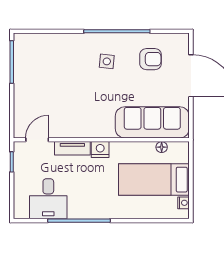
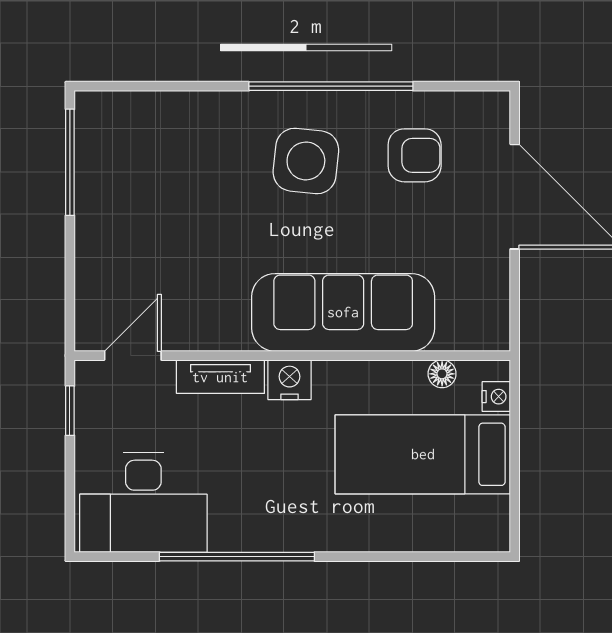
side table: (107, 61) -> (306, 161), width x1.87, depth x1.87
sofa: (152, 122) -> (343, 312), moved
desk: (48, 199) -> (143, 502), width x1.37
nightstand: (183, 203) -> (496, 397), moved

